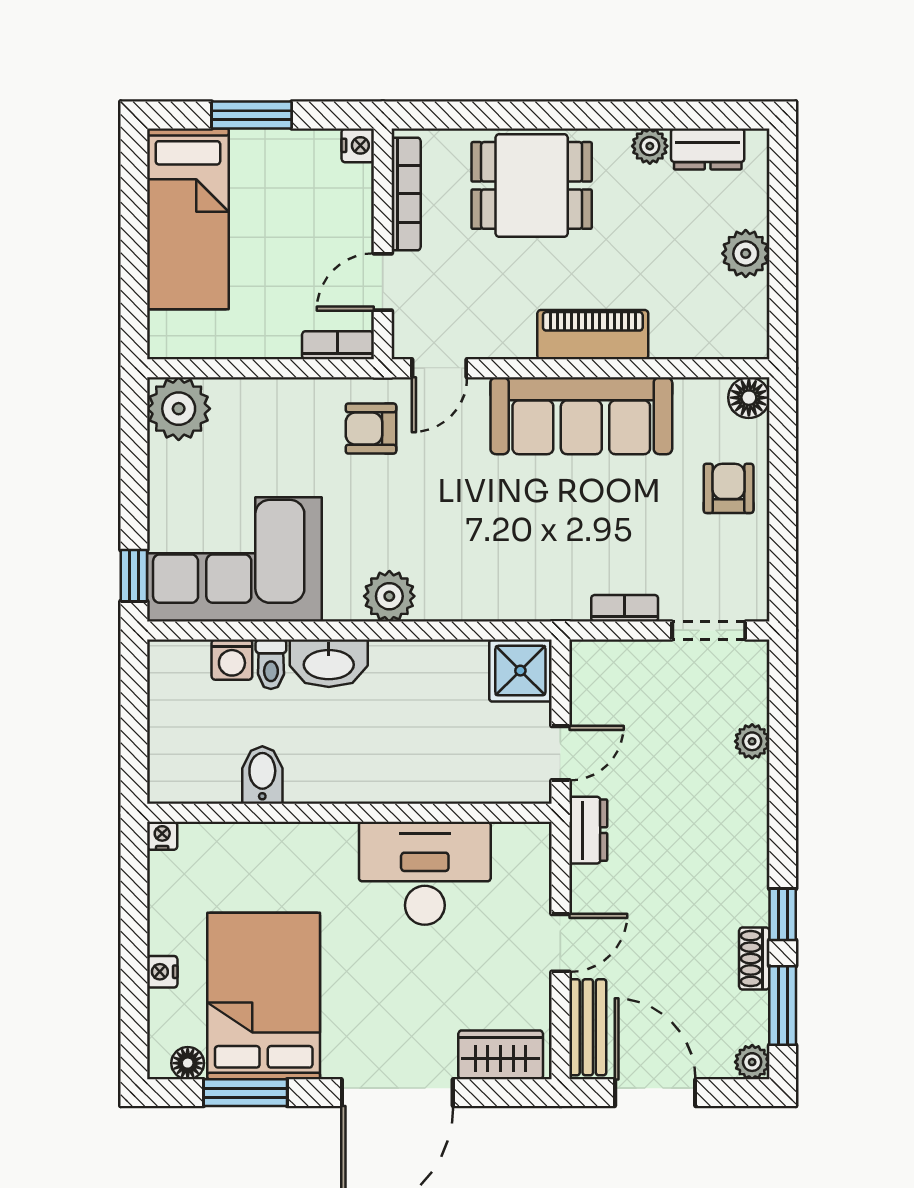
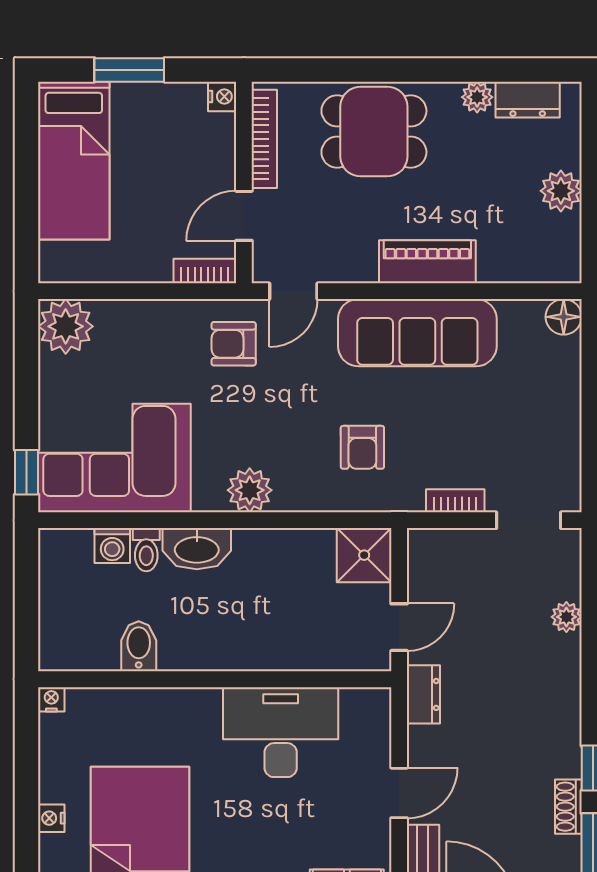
armchair: (729, 488) -> (362, 447), moved, turned 180

